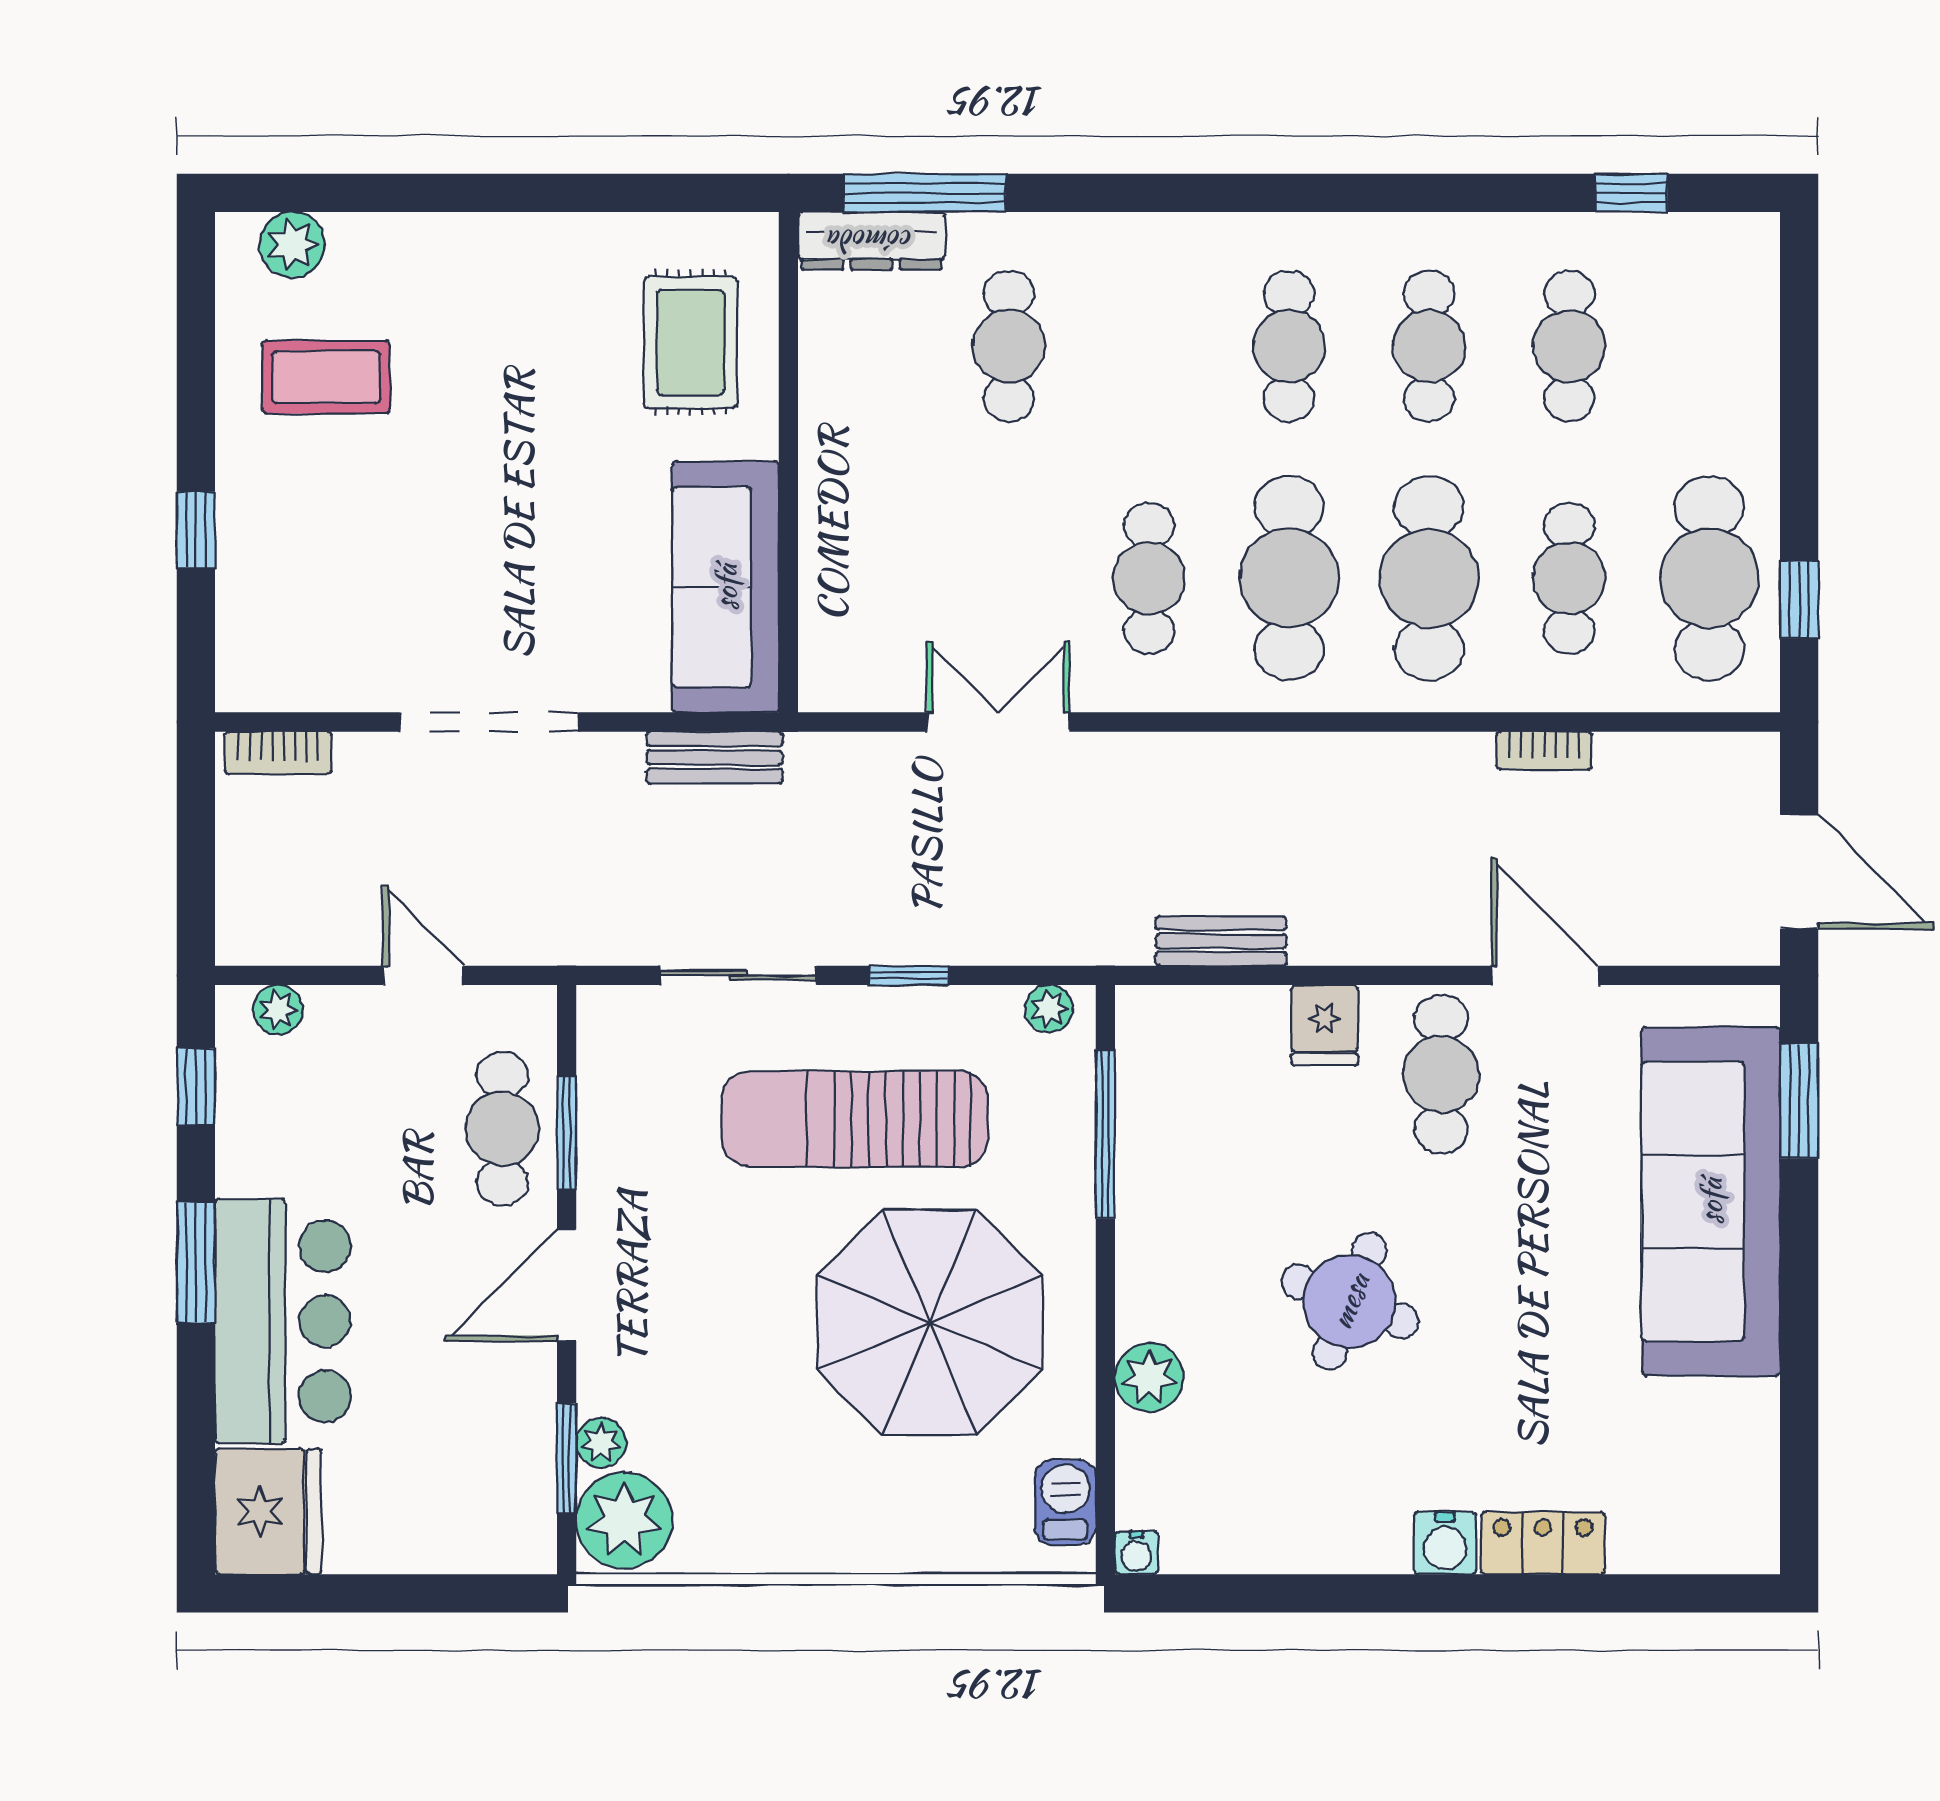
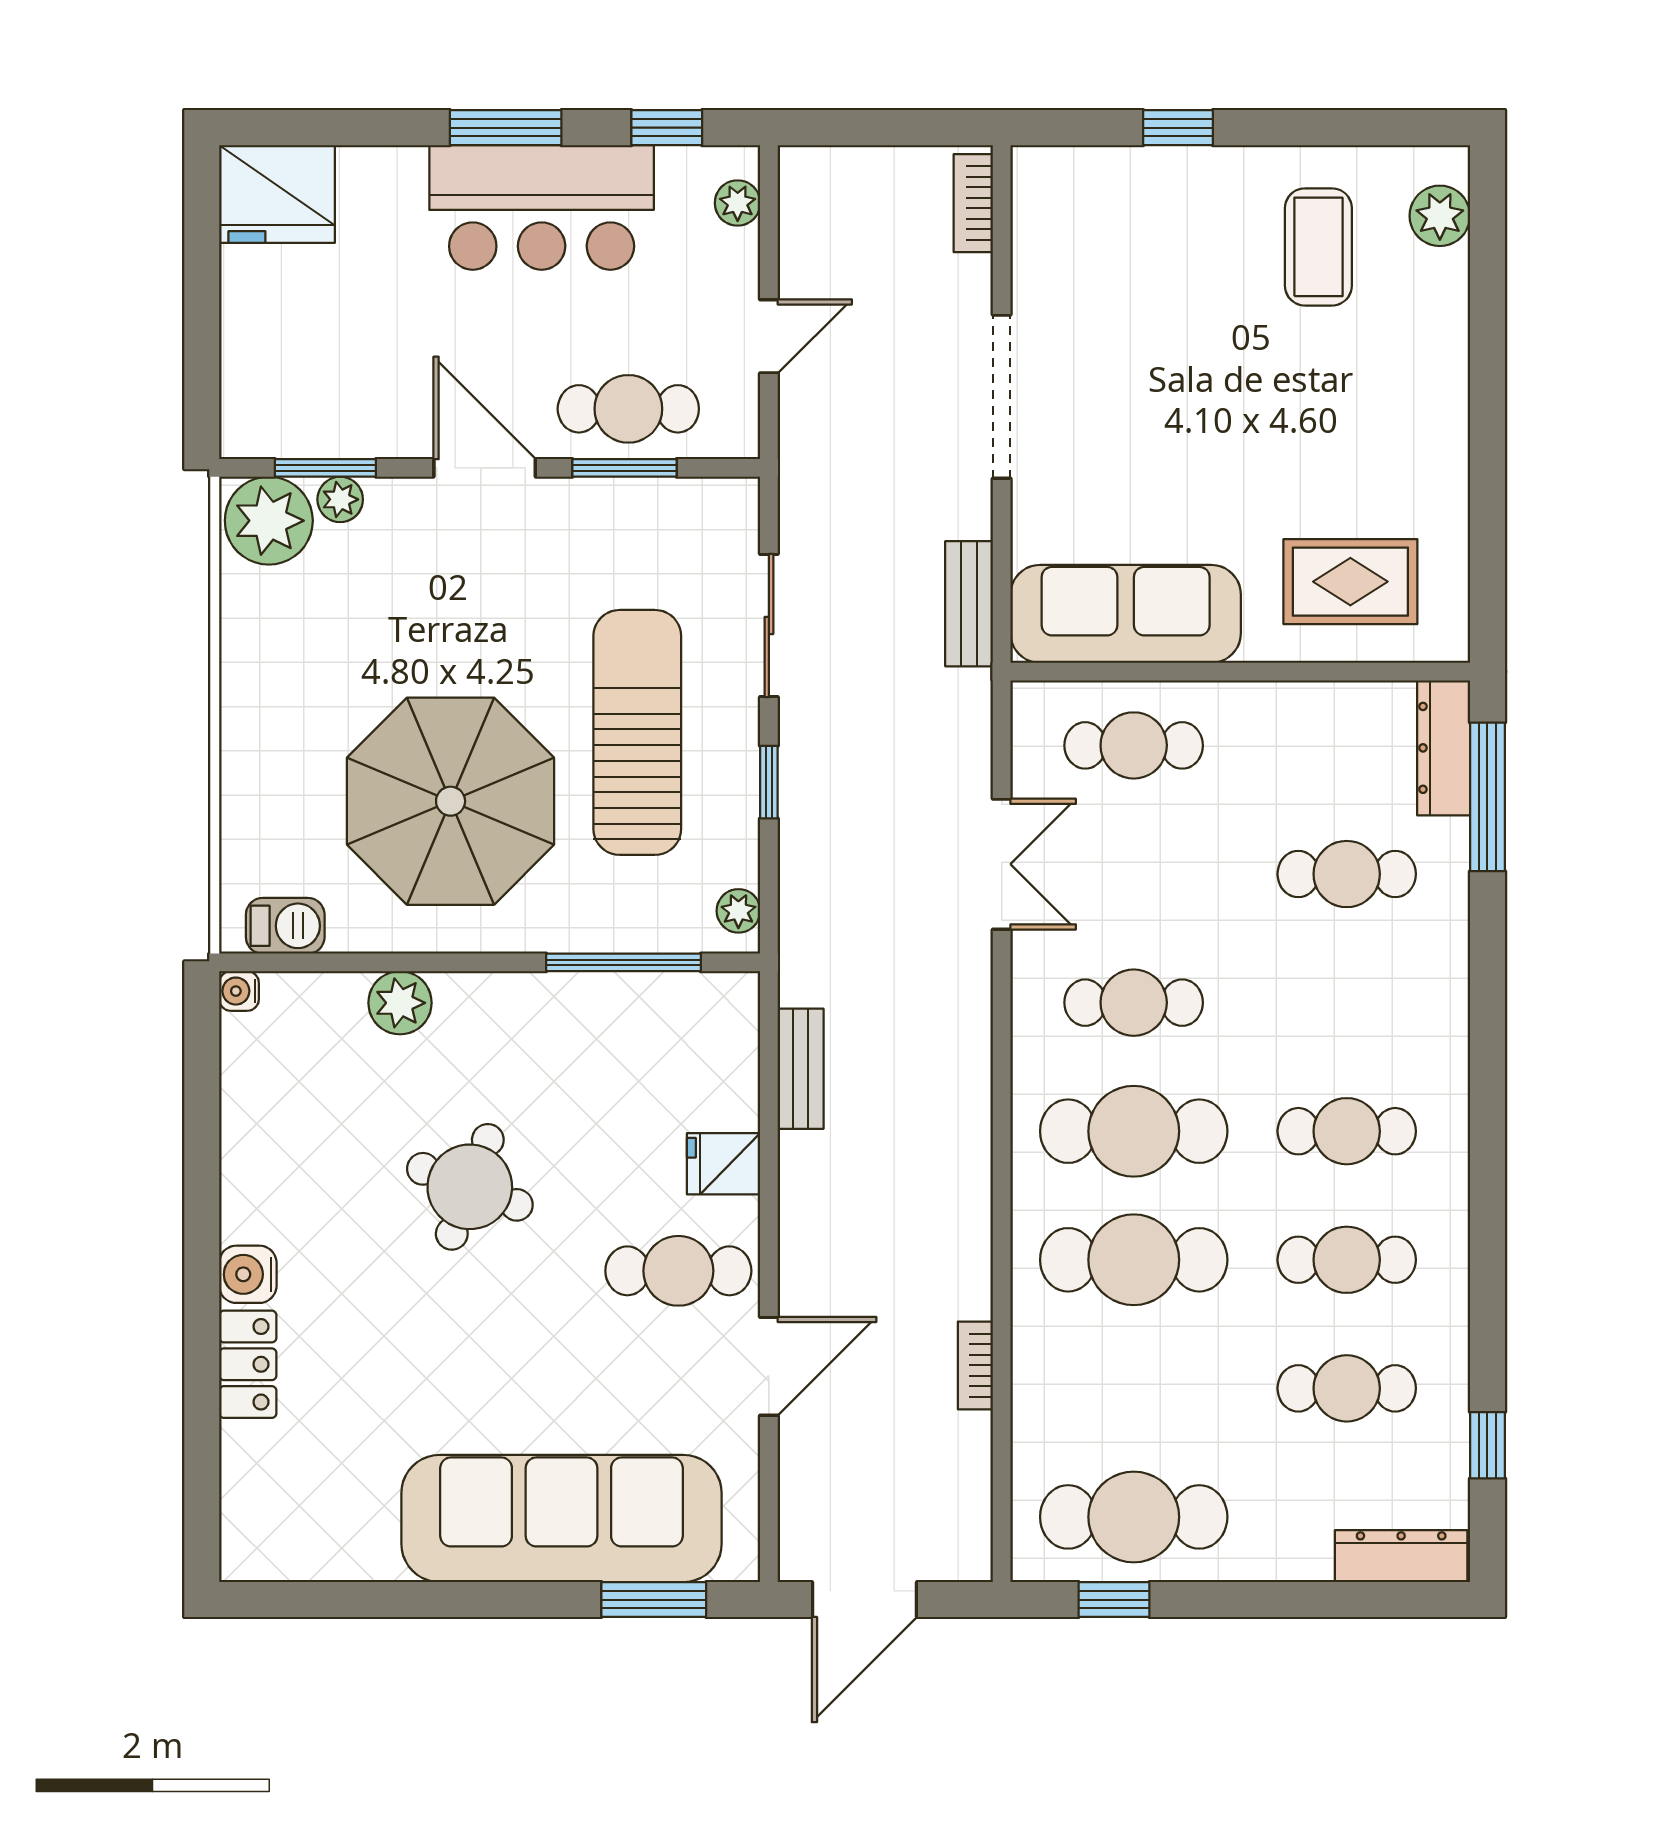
dresser: (1752, 287) -> (1401, 1556), added
cafe table: (1569, 578) -> (1134, 745), moved
bar counter: (283, 1321) -> (542, 207), moved

